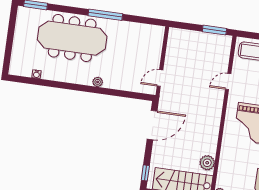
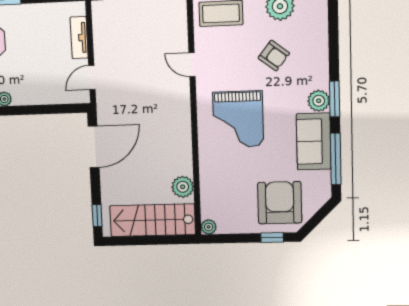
tv unit: (157, 50) -> (79, 38), added
door: (228, 81) -> (192, 65), hinge flipped

